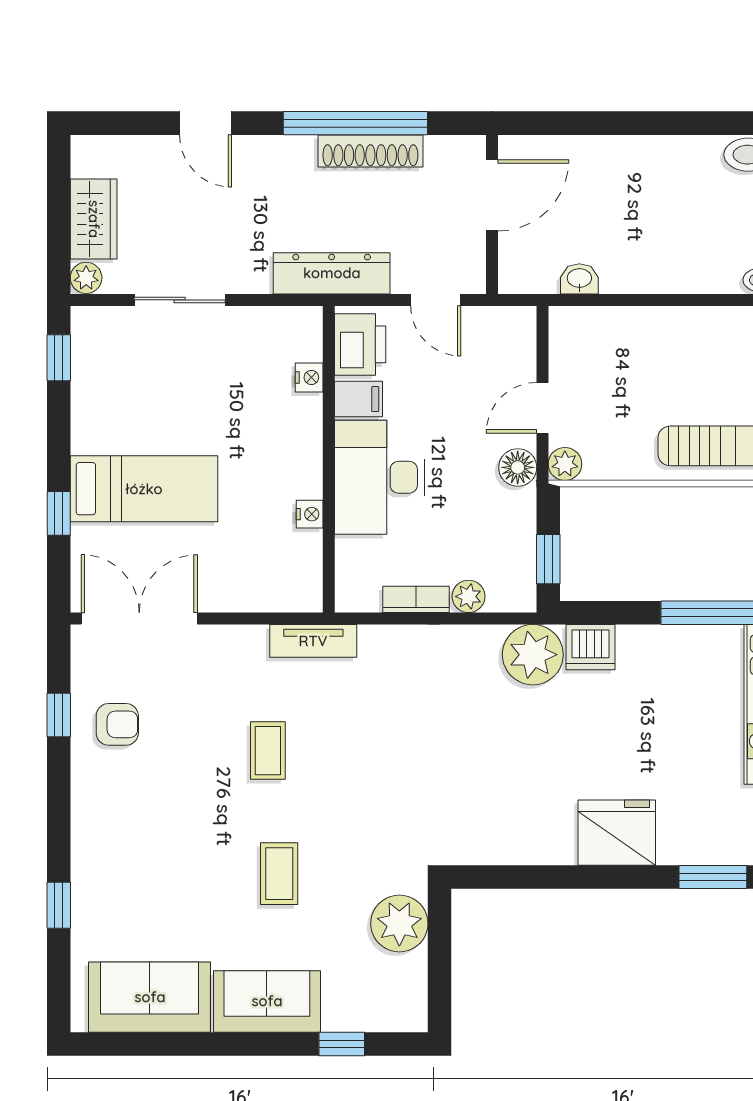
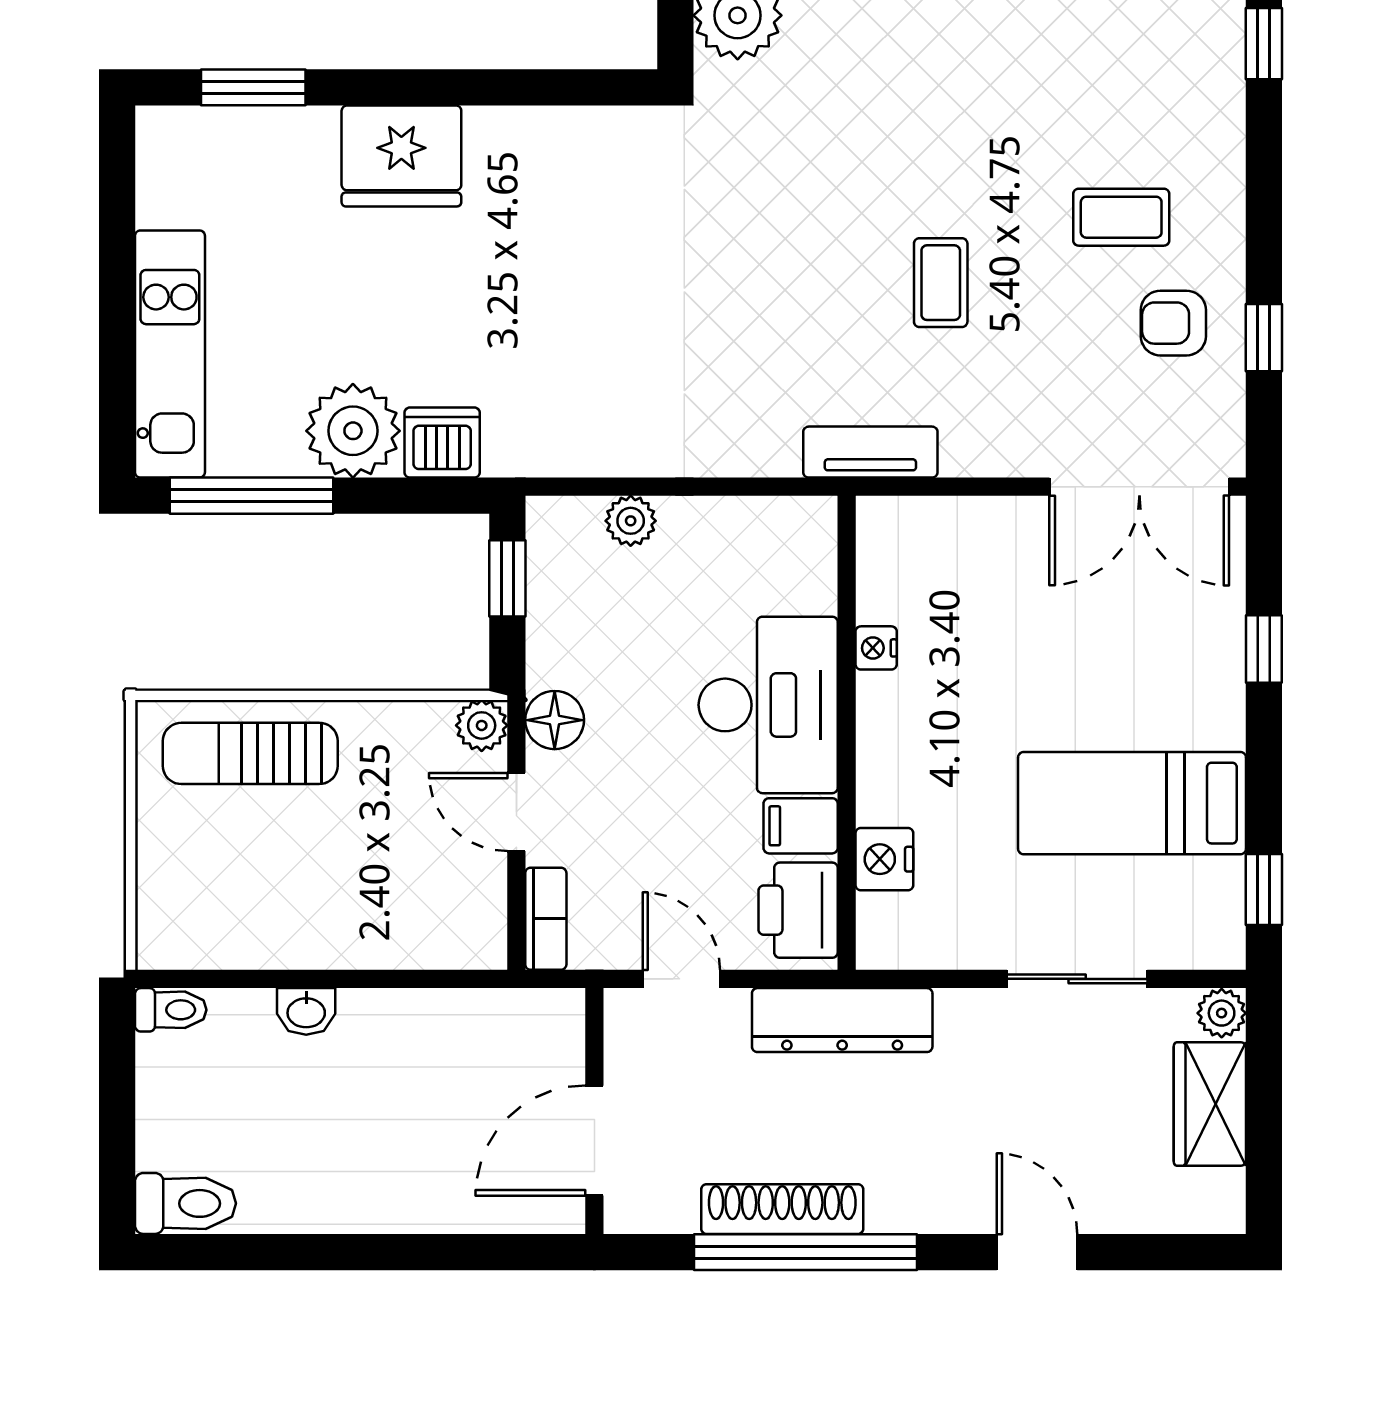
washbasin: (579, 279) -> (306, 1011), moved
nightstand: (309, 377) -> (884, 859), width x1.39, depth x1.35
door: (542, 408) -> (516, 812), swing flipped
bed: (144, 489) -> (1132, 803), moved
bookcase: (416, 599) -> (546, 919), moved, turned -90
plant: (533, 655) -> (353, 431), moved
coffee table: (279, 874) -> (1121, 217), moved, turned 90

